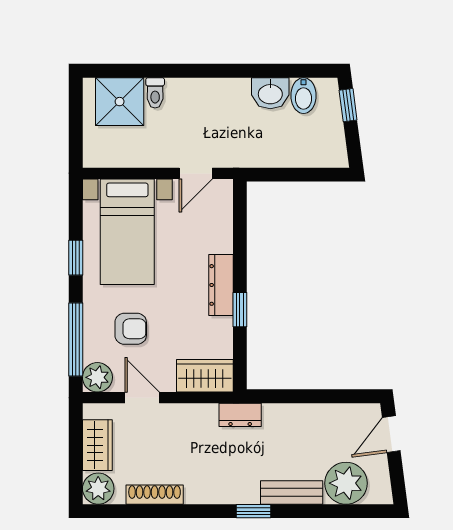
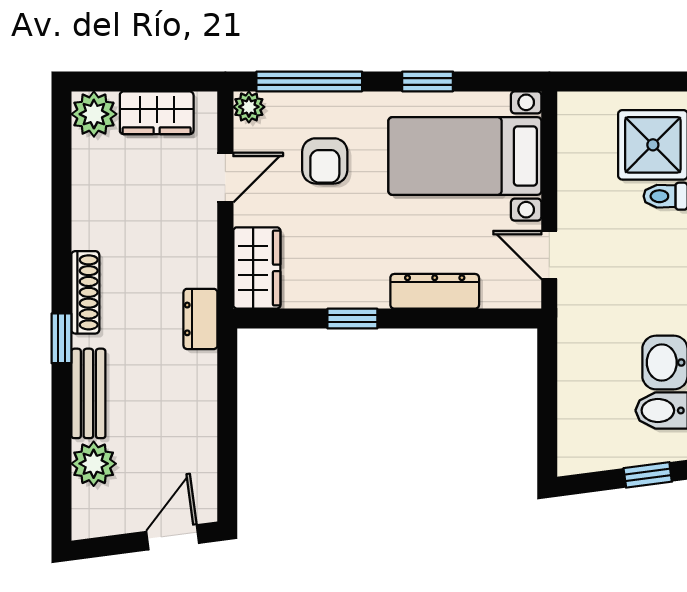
dresser: (221, 285) -> (435, 291), moved
plant: (97, 377) -> (249, 107), width x0.73, depth x0.73
door: (391, 434) -> (173, 537), hinge flipped
plant: (346, 483) -> (94, 464), width x0.73, depth x0.73
shoe rack: (155, 495) -> (85, 292), moved

